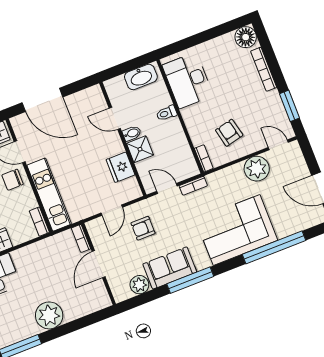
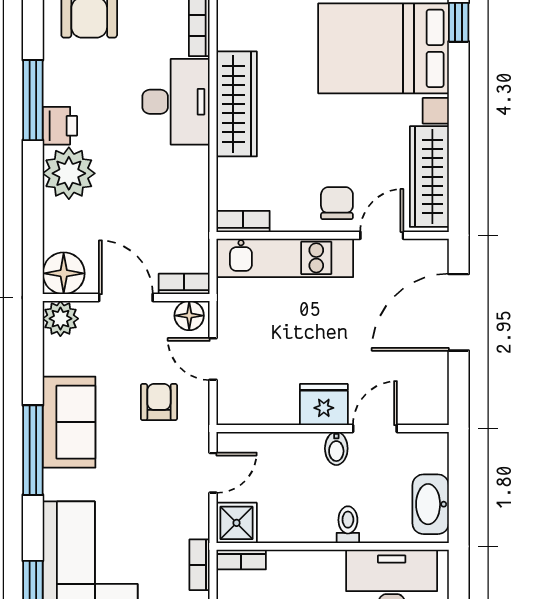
shower: (140, 149) -> (237, 523), moved
fridge: (121, 167) -> (324, 405), moved
bookcase: (193, 186) -> (200, 565), moved
floor lamp: (95, 230) -> (189, 316), added
plant: (139, 285) -> (60, 319), moved
floor lamp: (99, 299) -> (64, 273), added
printer: (28, 329) -> (60, 126), added

